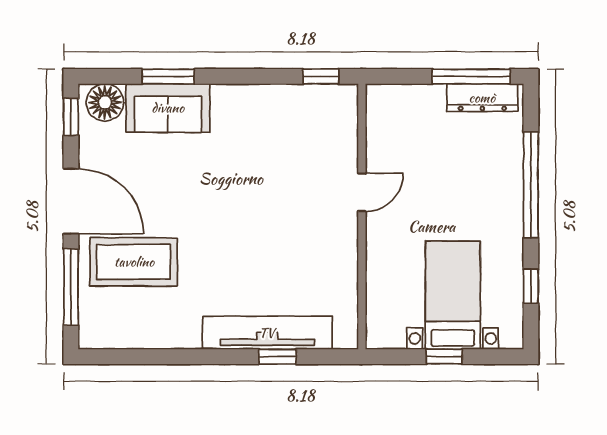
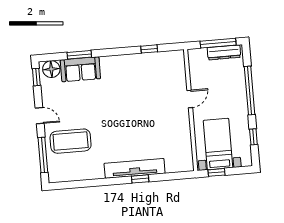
door: (362, 192) -> (190, 99), moved
door: (71, 201) -> (40, 116), width x0.53
wall: (362, 217) -> (191, 110), moved

